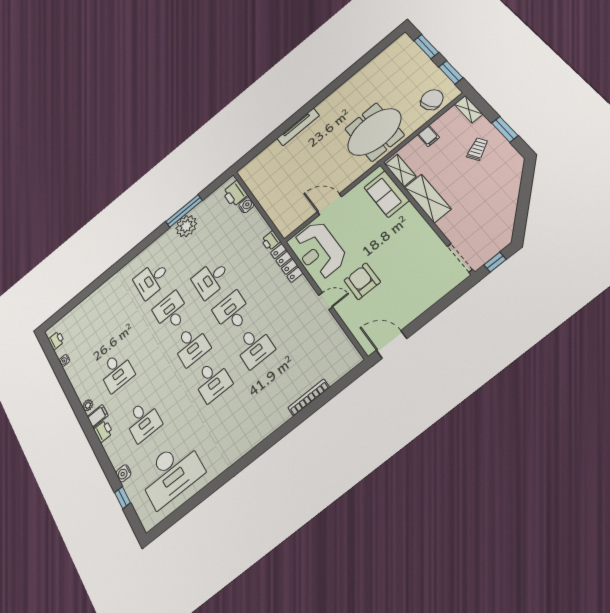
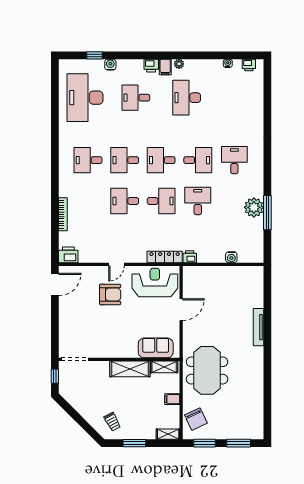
trolley: (478, 149) -> (112, 422), moved
printer: (235, 194) -> (68, 255), moved
desk: (117, 372) -> (187, 98), width x1.37
desk: (234, 418) -> (88, 160), added

